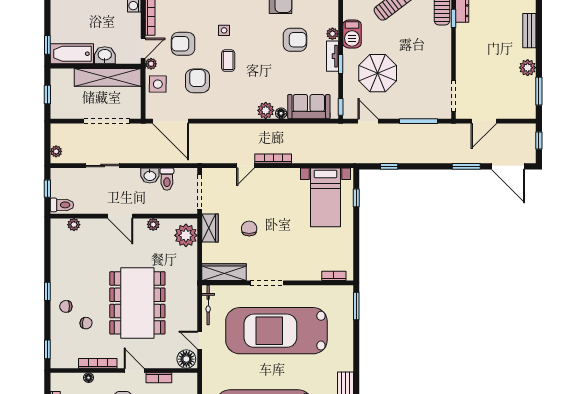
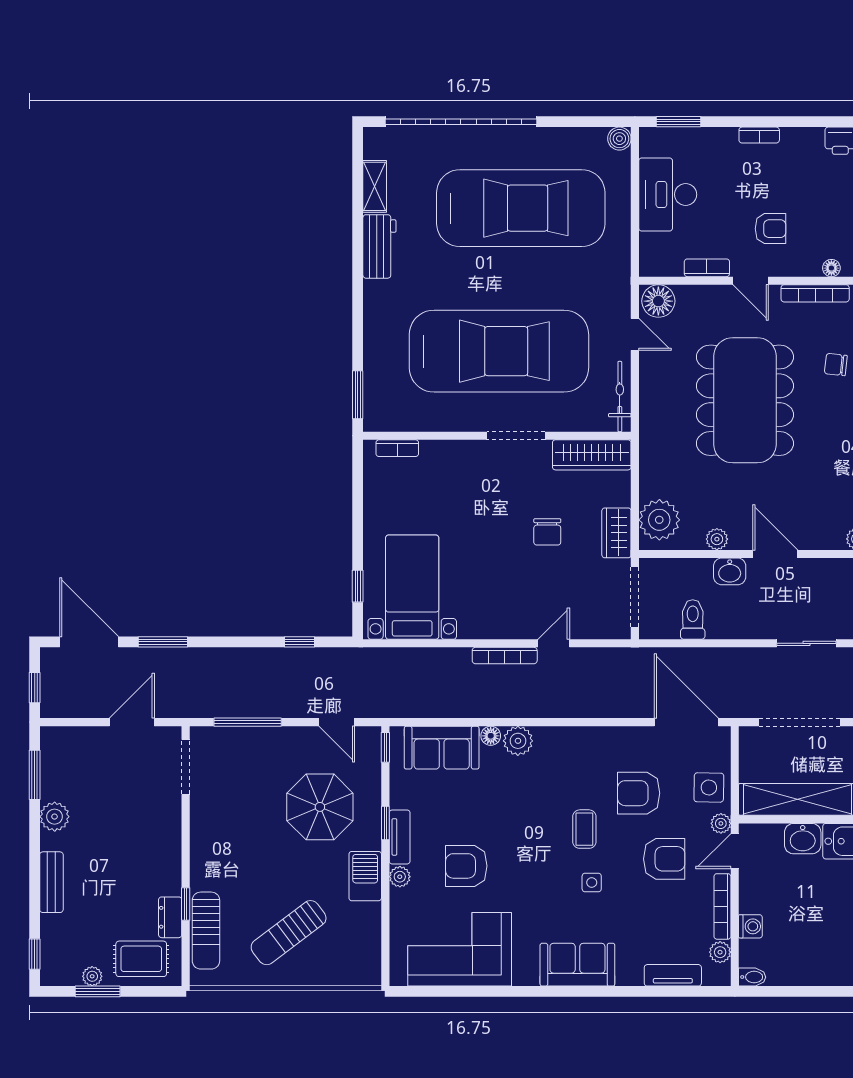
armchair: (197, 81) -> (639, 793), turned 90
washbasin: (150, 175) -> (730, 571), moved, turned 180

